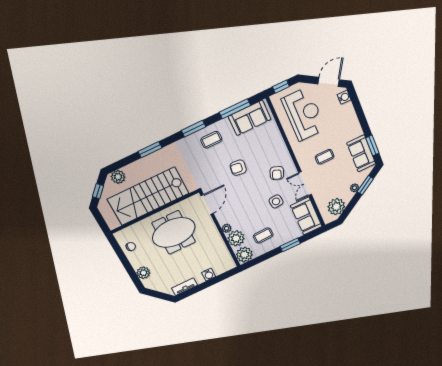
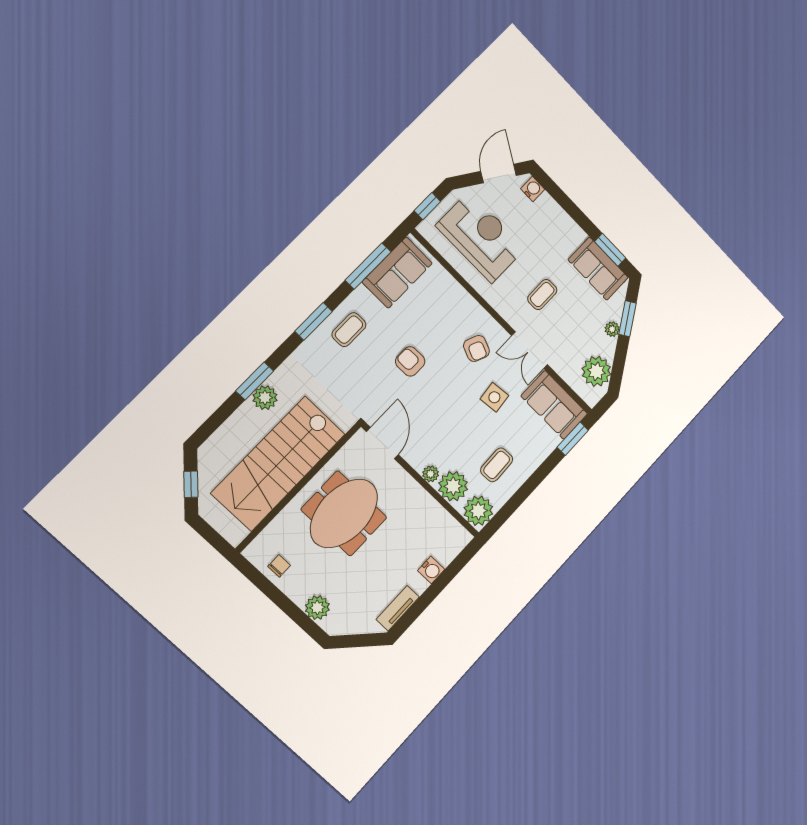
armchair: (238, 168) -> (410, 361), turned 83
plant: (118, 177) -> (265, 398), moved
window: (290, 245) -> (573, 439), moved

